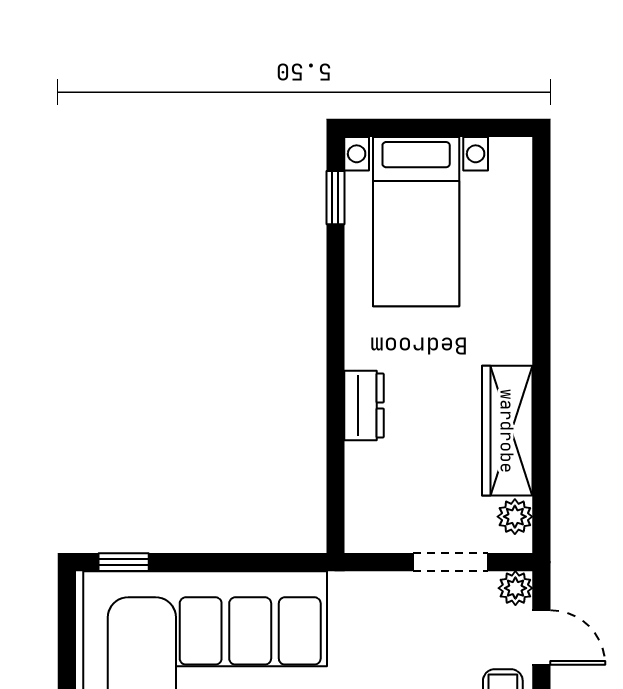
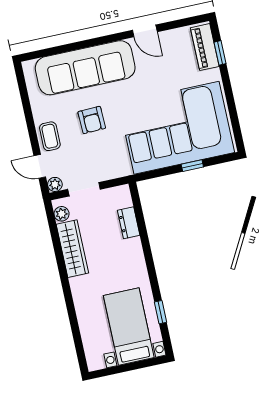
window: (335, 198) -> (160, 312), moved
dresser: (364, 405) -> (129, 223), moved
window: (124, 562) -> (192, 166), moved

